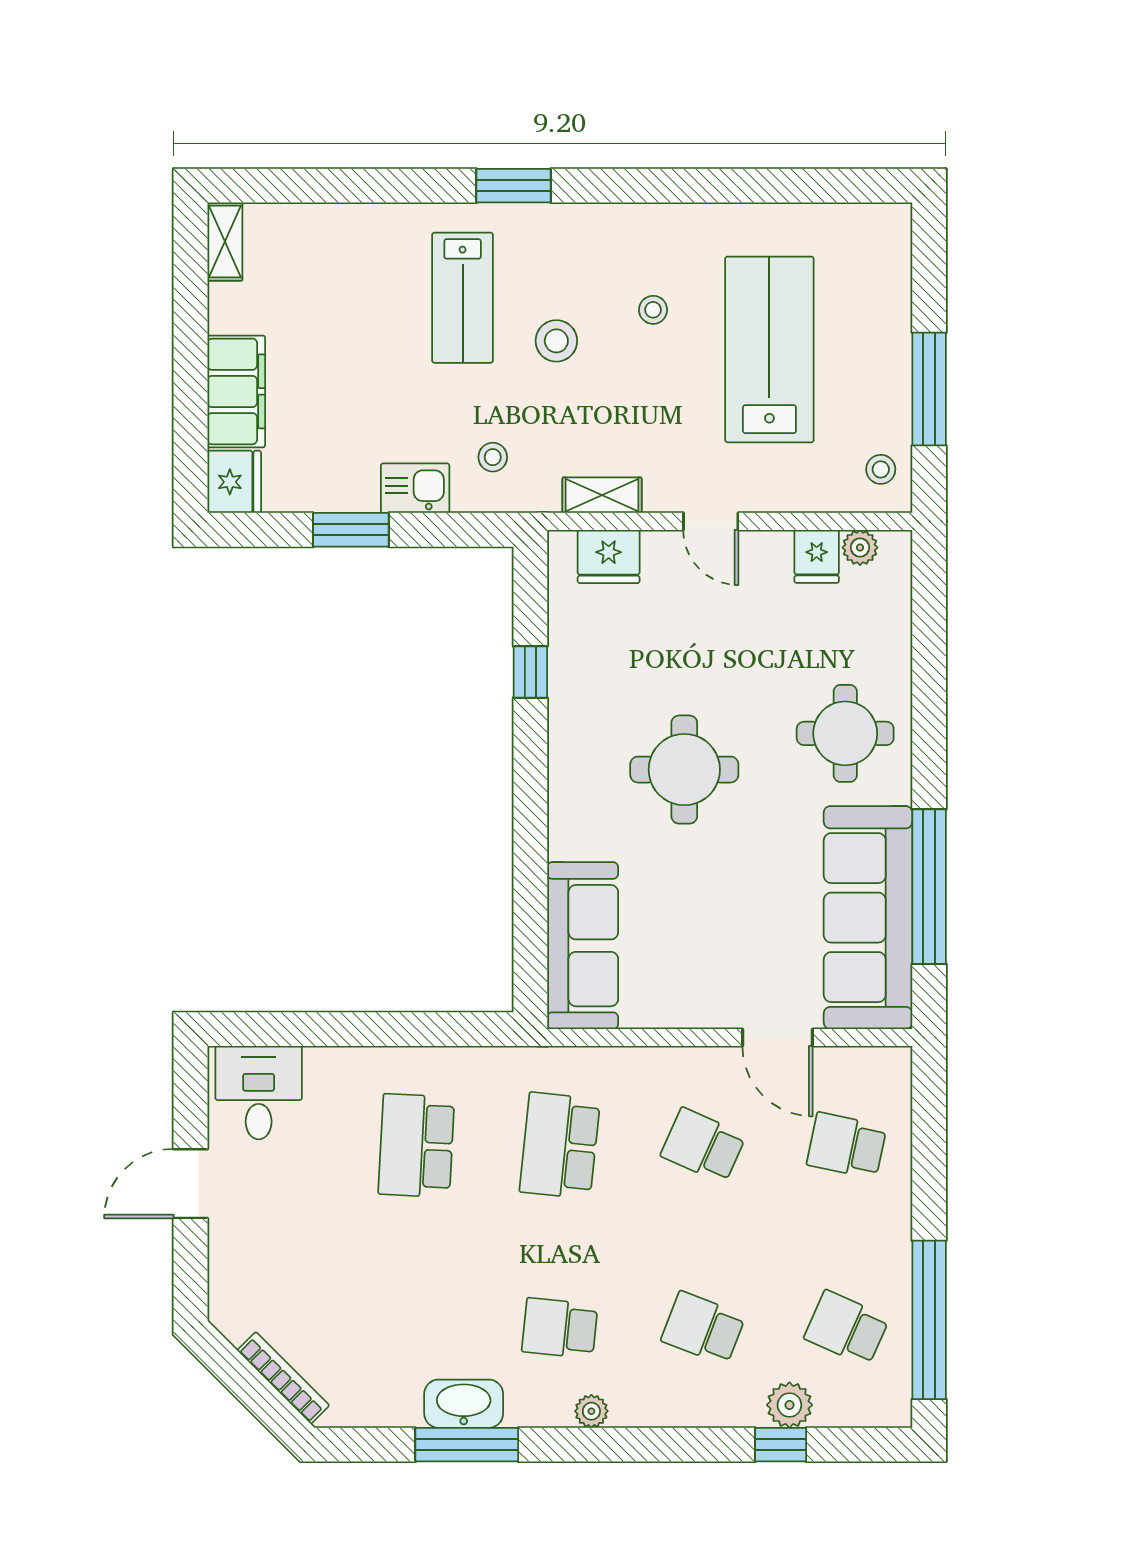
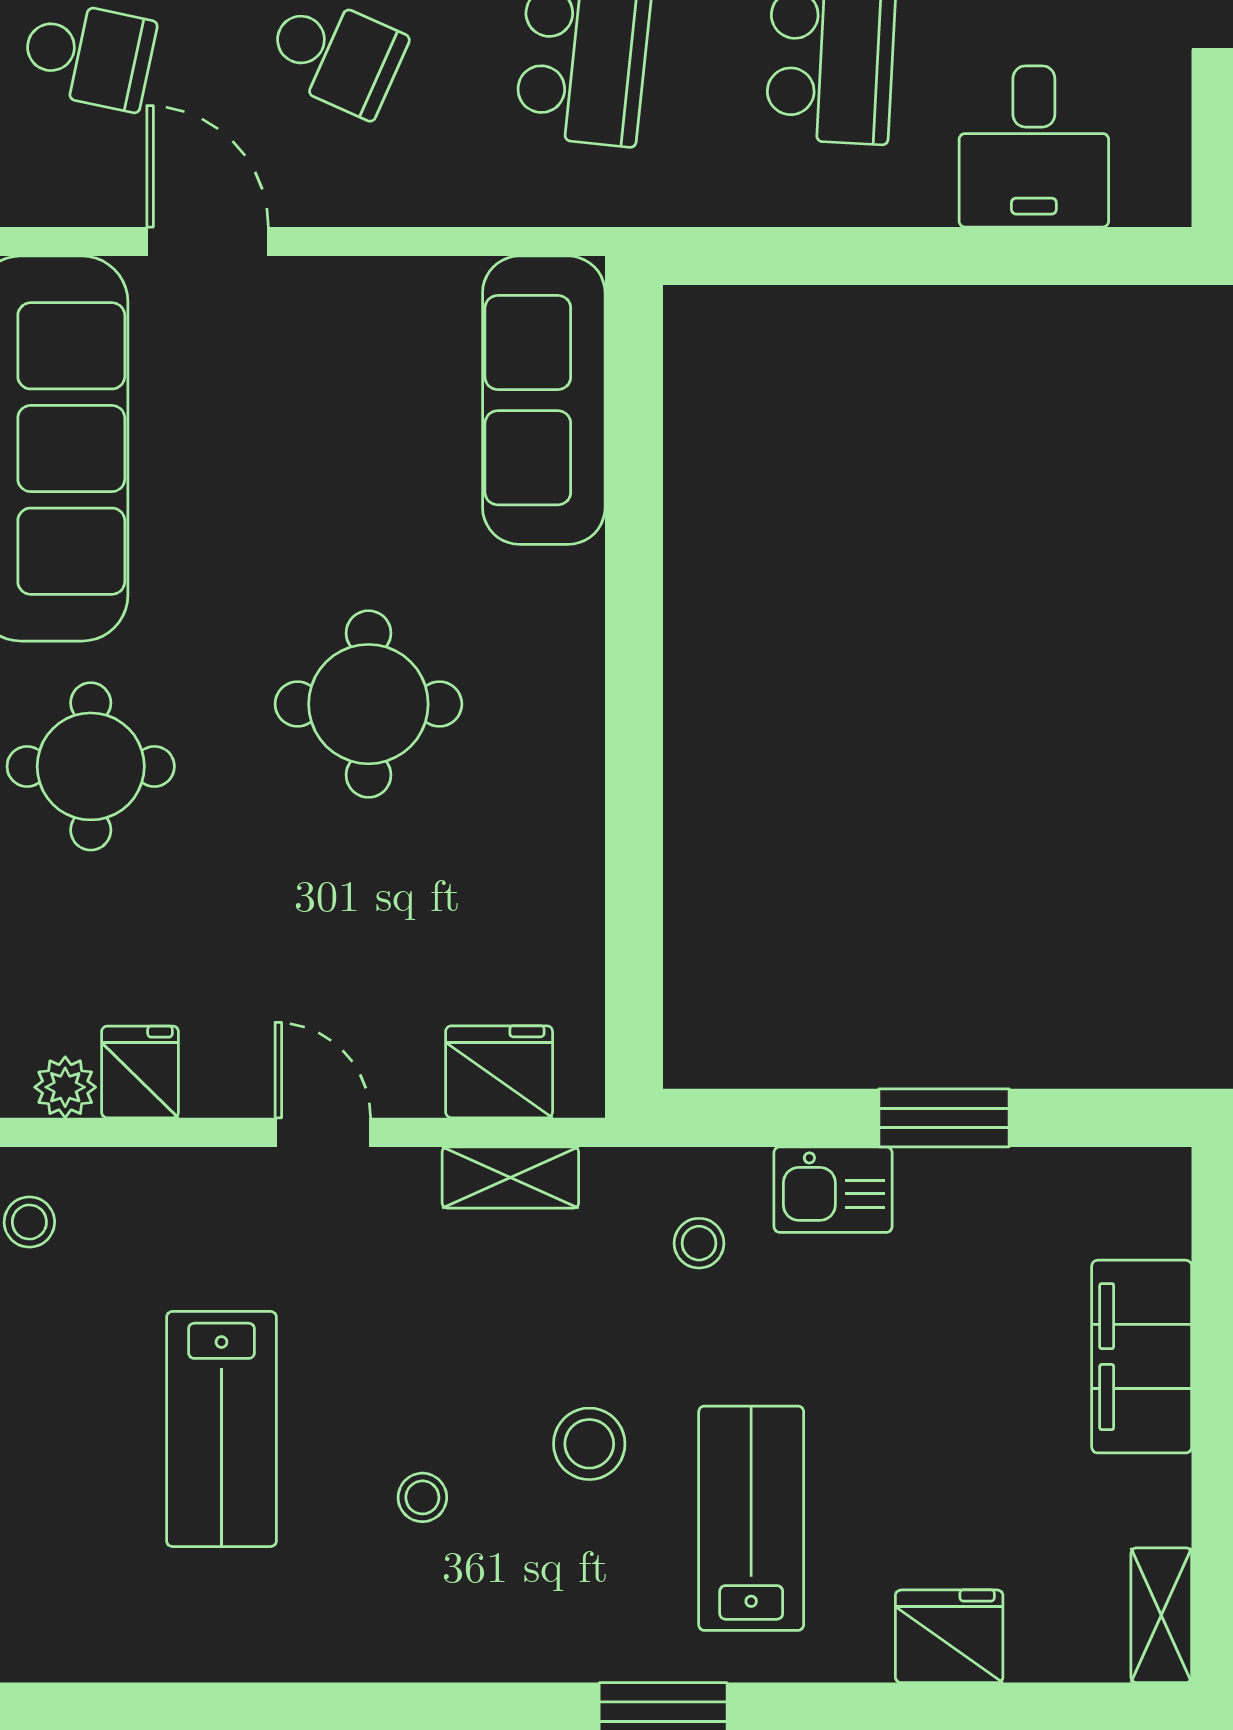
lab bench: (769, 349) -> (221, 1429), width x0.73, depth x0.72
fridge: (234, 482) -> (949, 1636), moved, turned 90
window: (530, 672) -> (634, 872), removed
desk: (259, 1093) -> (1034, 146), moved

